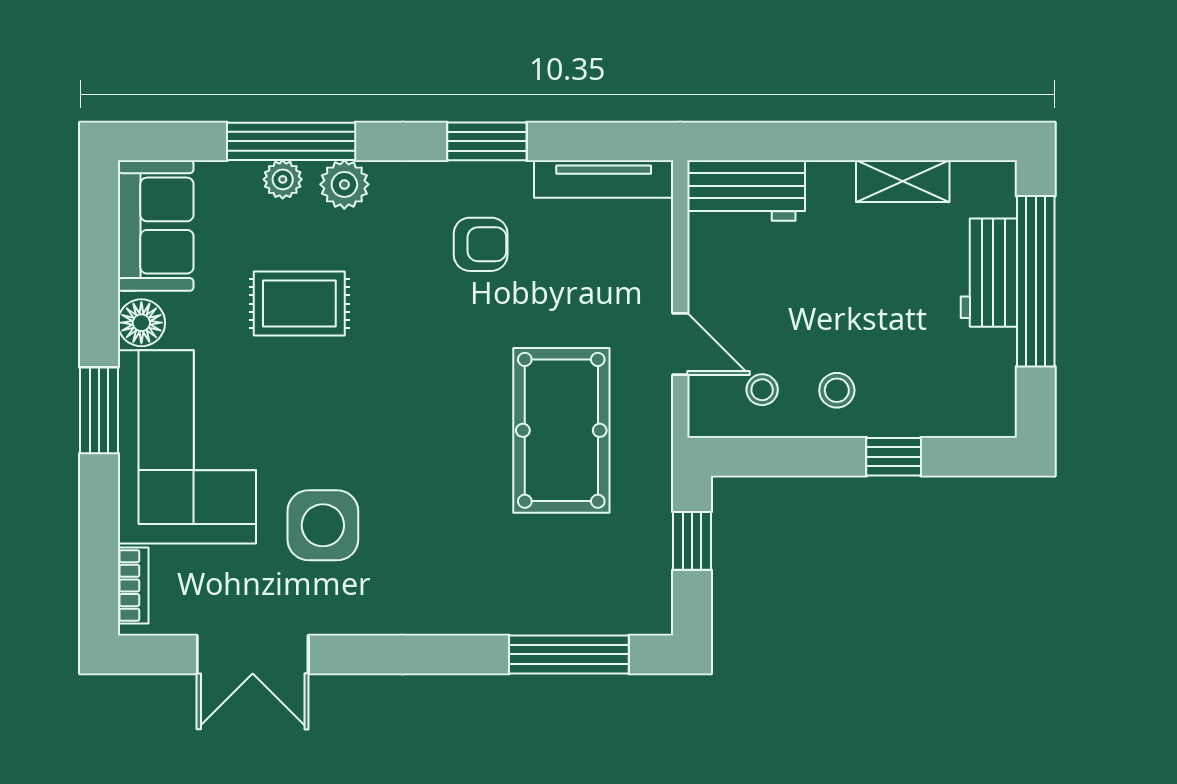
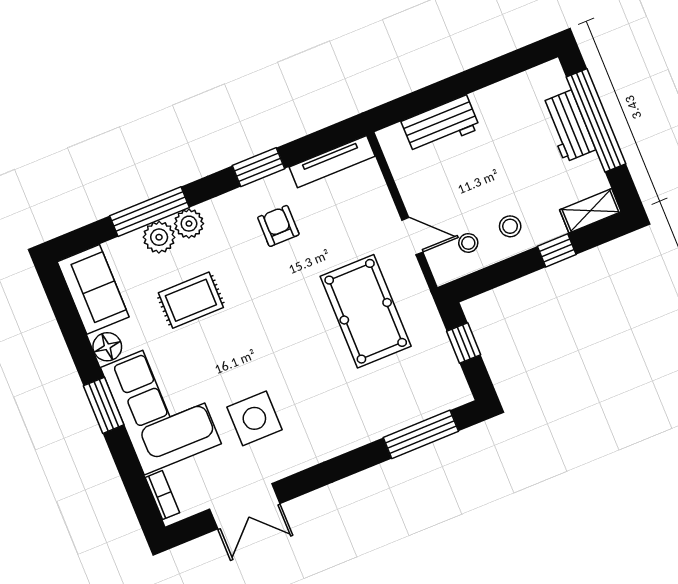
plant: (283, 179) -> (159, 237), width x1.38, depth x1.38
shelving: (903, 181) -> (590, 211), moved
workbench: (746, 191) -> (441, 125), moved
armchair: (481, 244) -> (278, 226), turned -90

